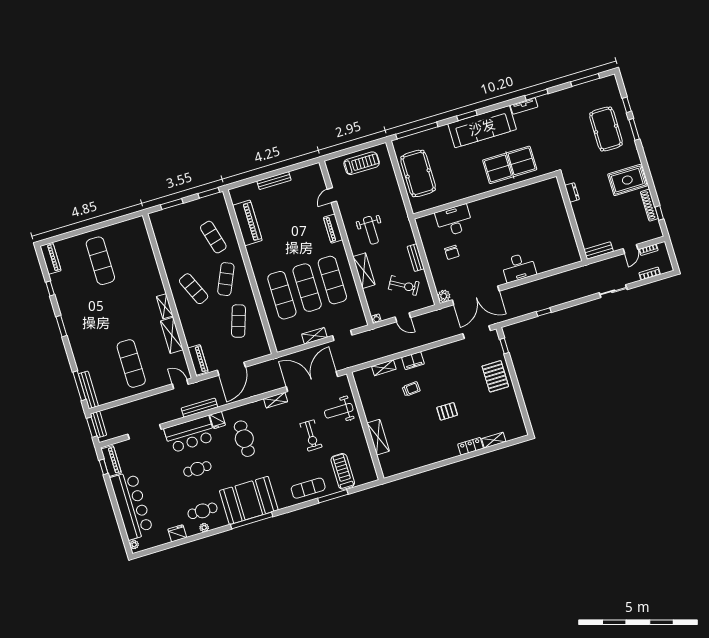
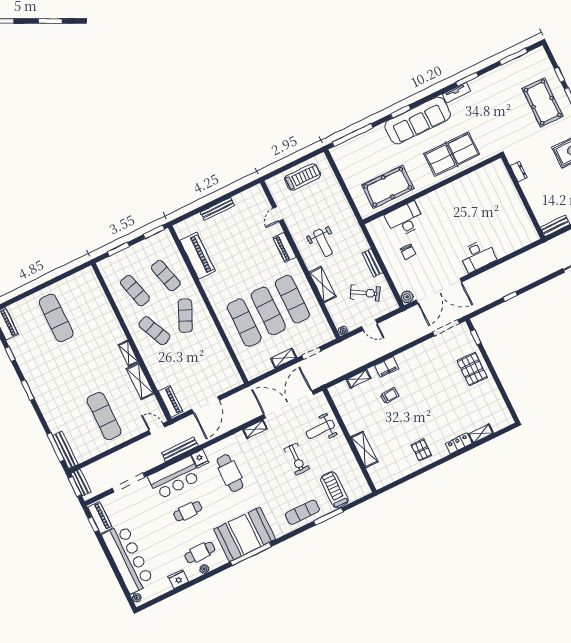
pool table: (418, 173) -> (388, 187), moved, turned 90
exercise mat: (238, 321) -> (135, 291), moved, turned -33
pallet: (447, 411) -> (421, 450), moved, turned 90

